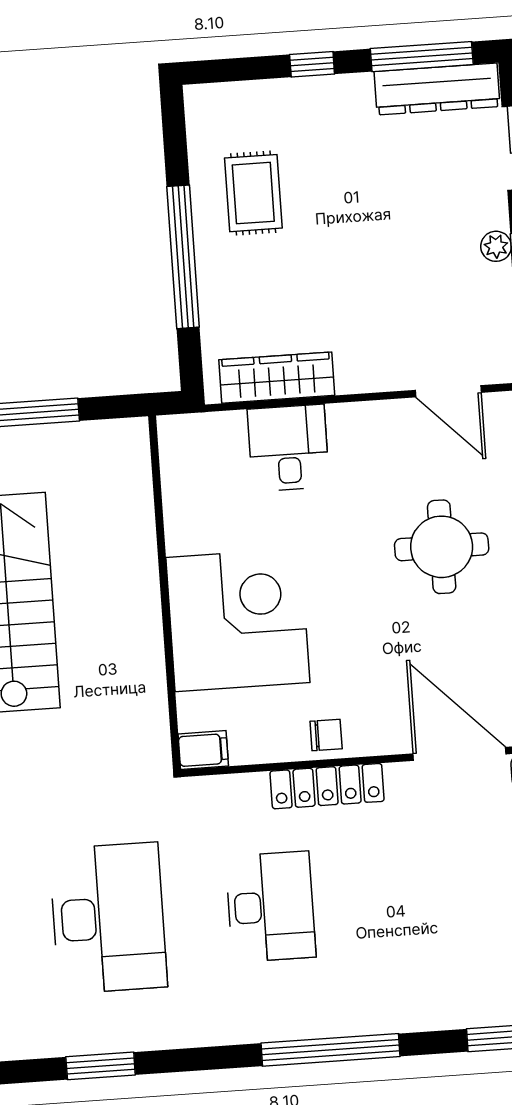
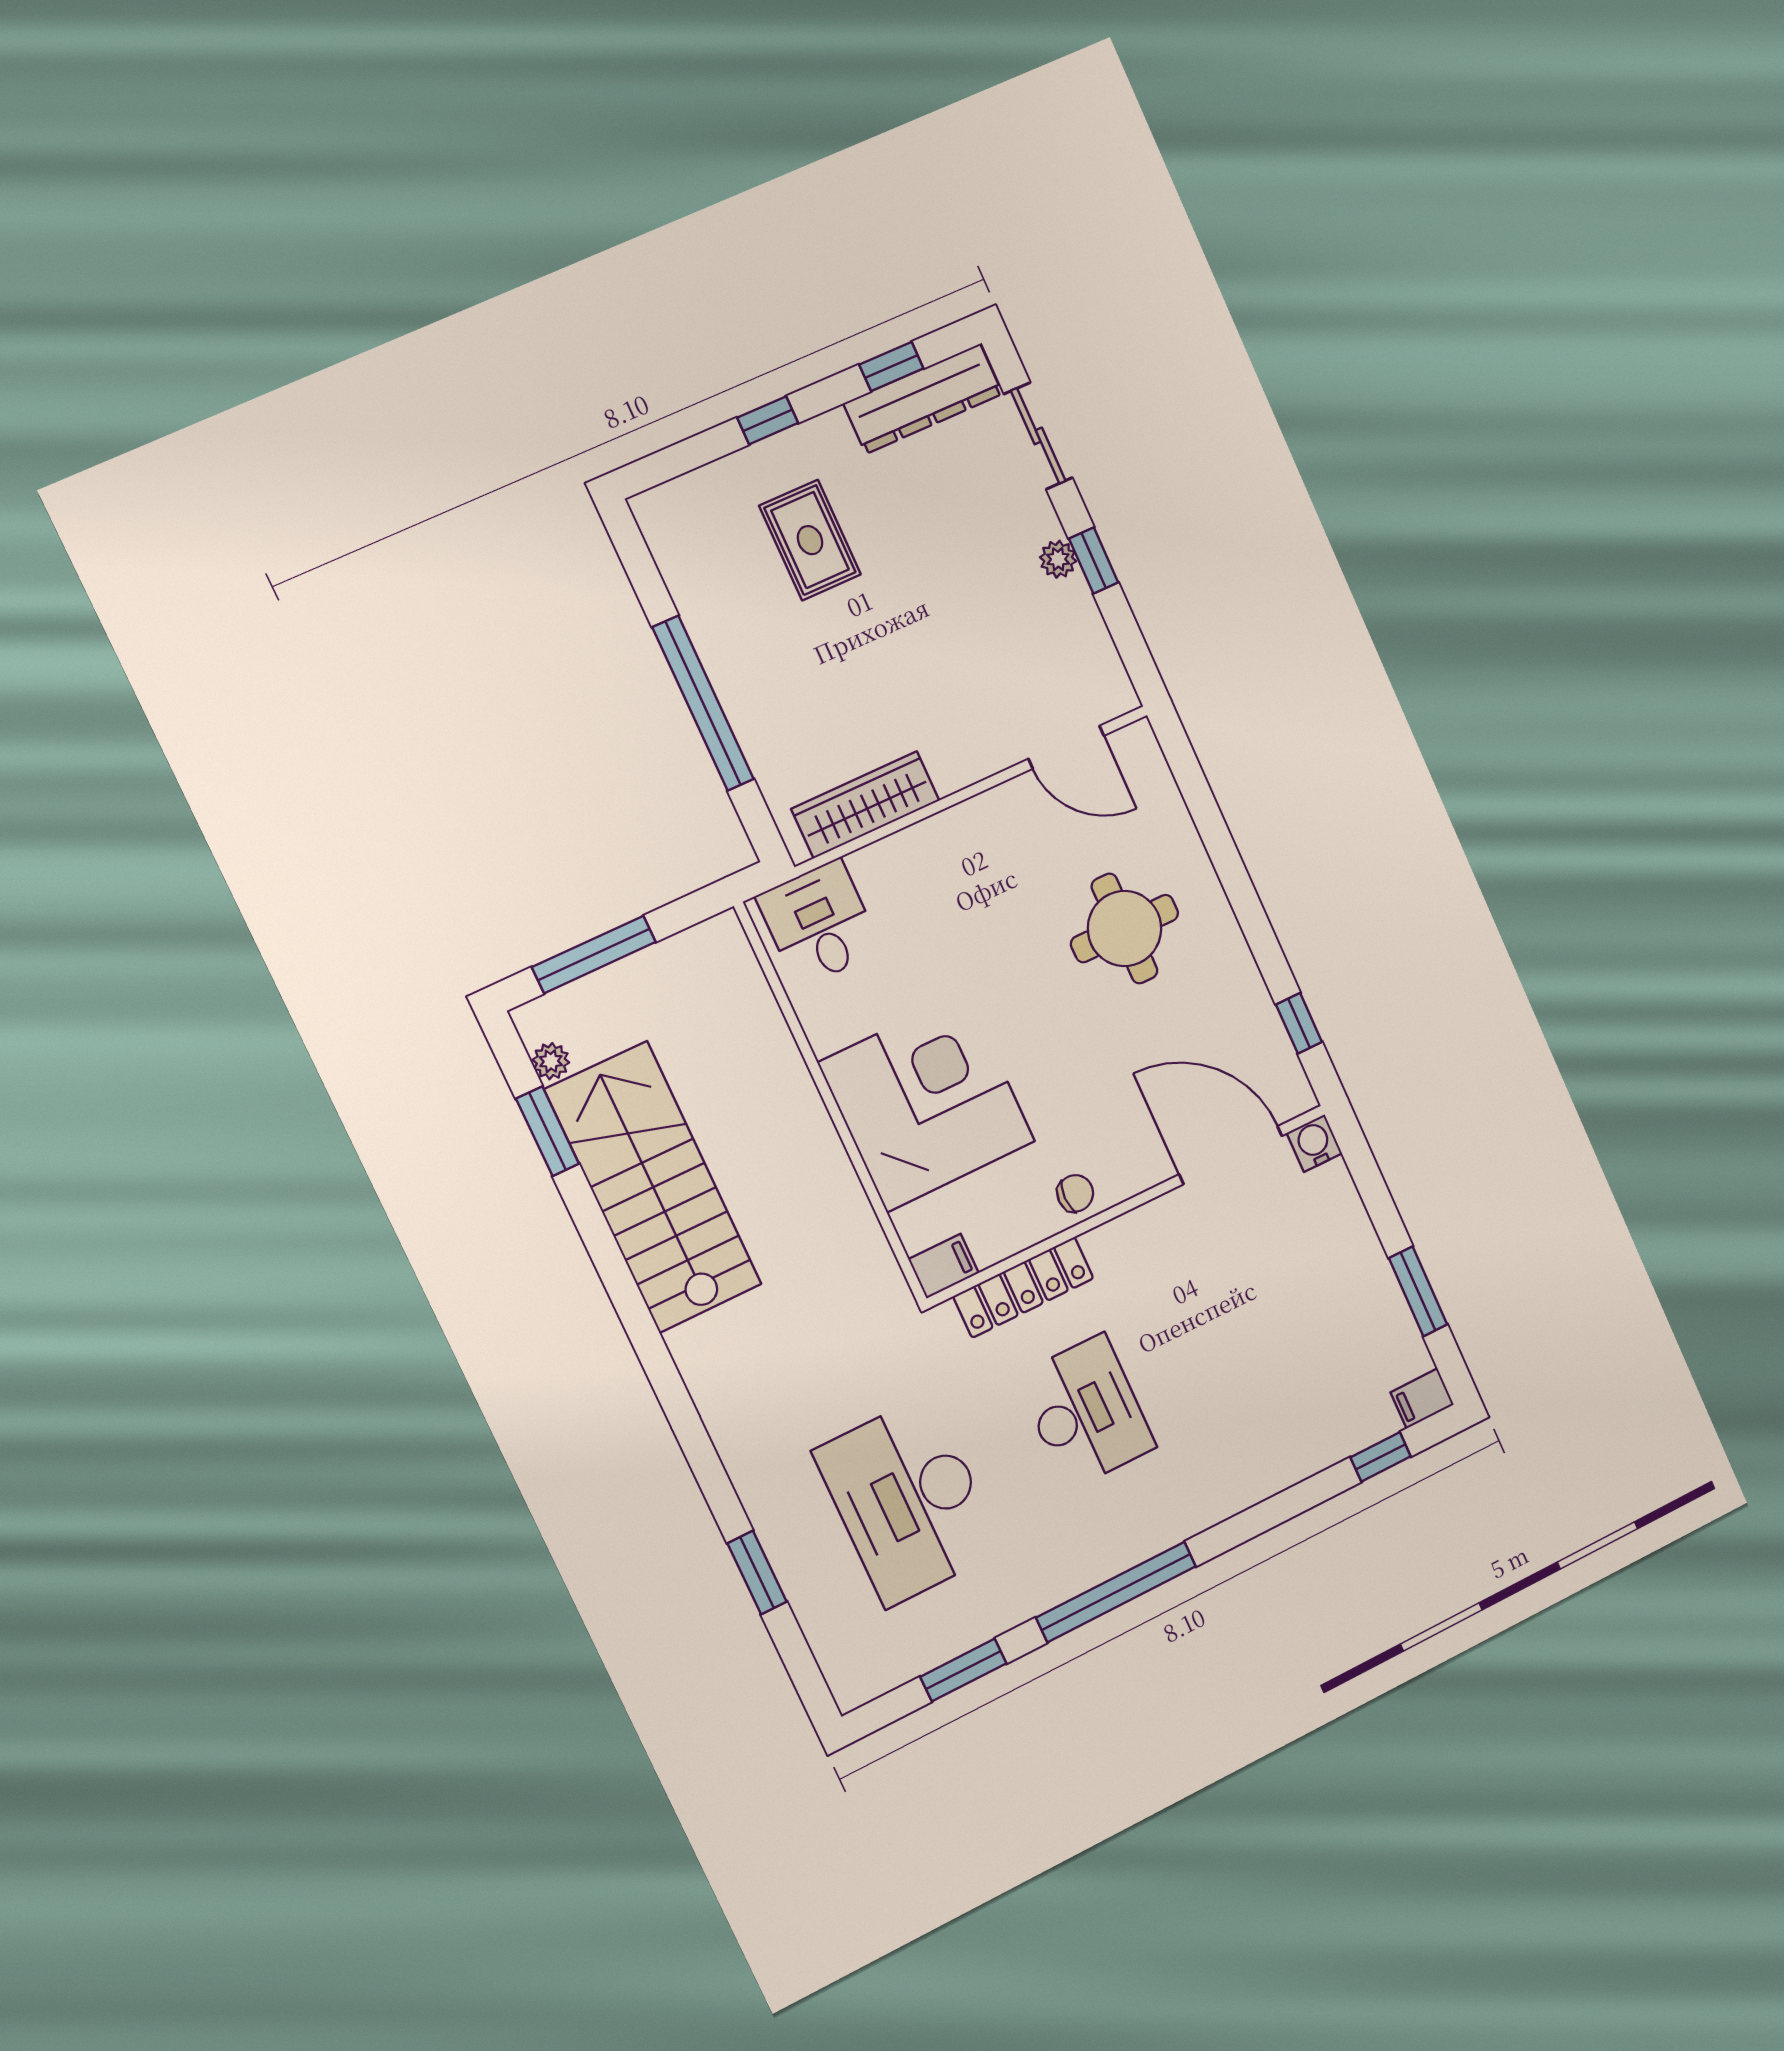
window: (422, 57) -> (891, 366), width x0.46
rug: (253, 193) -> (810, 540), moved
desk: (288, 448) -> (819, 923), moved
locker: (327, 786) -> (1023, 1287), moved
desk: (108, 918) -> (908, 1501), turned 180
window: (331, 1050) -> (1116, 1592), moved

